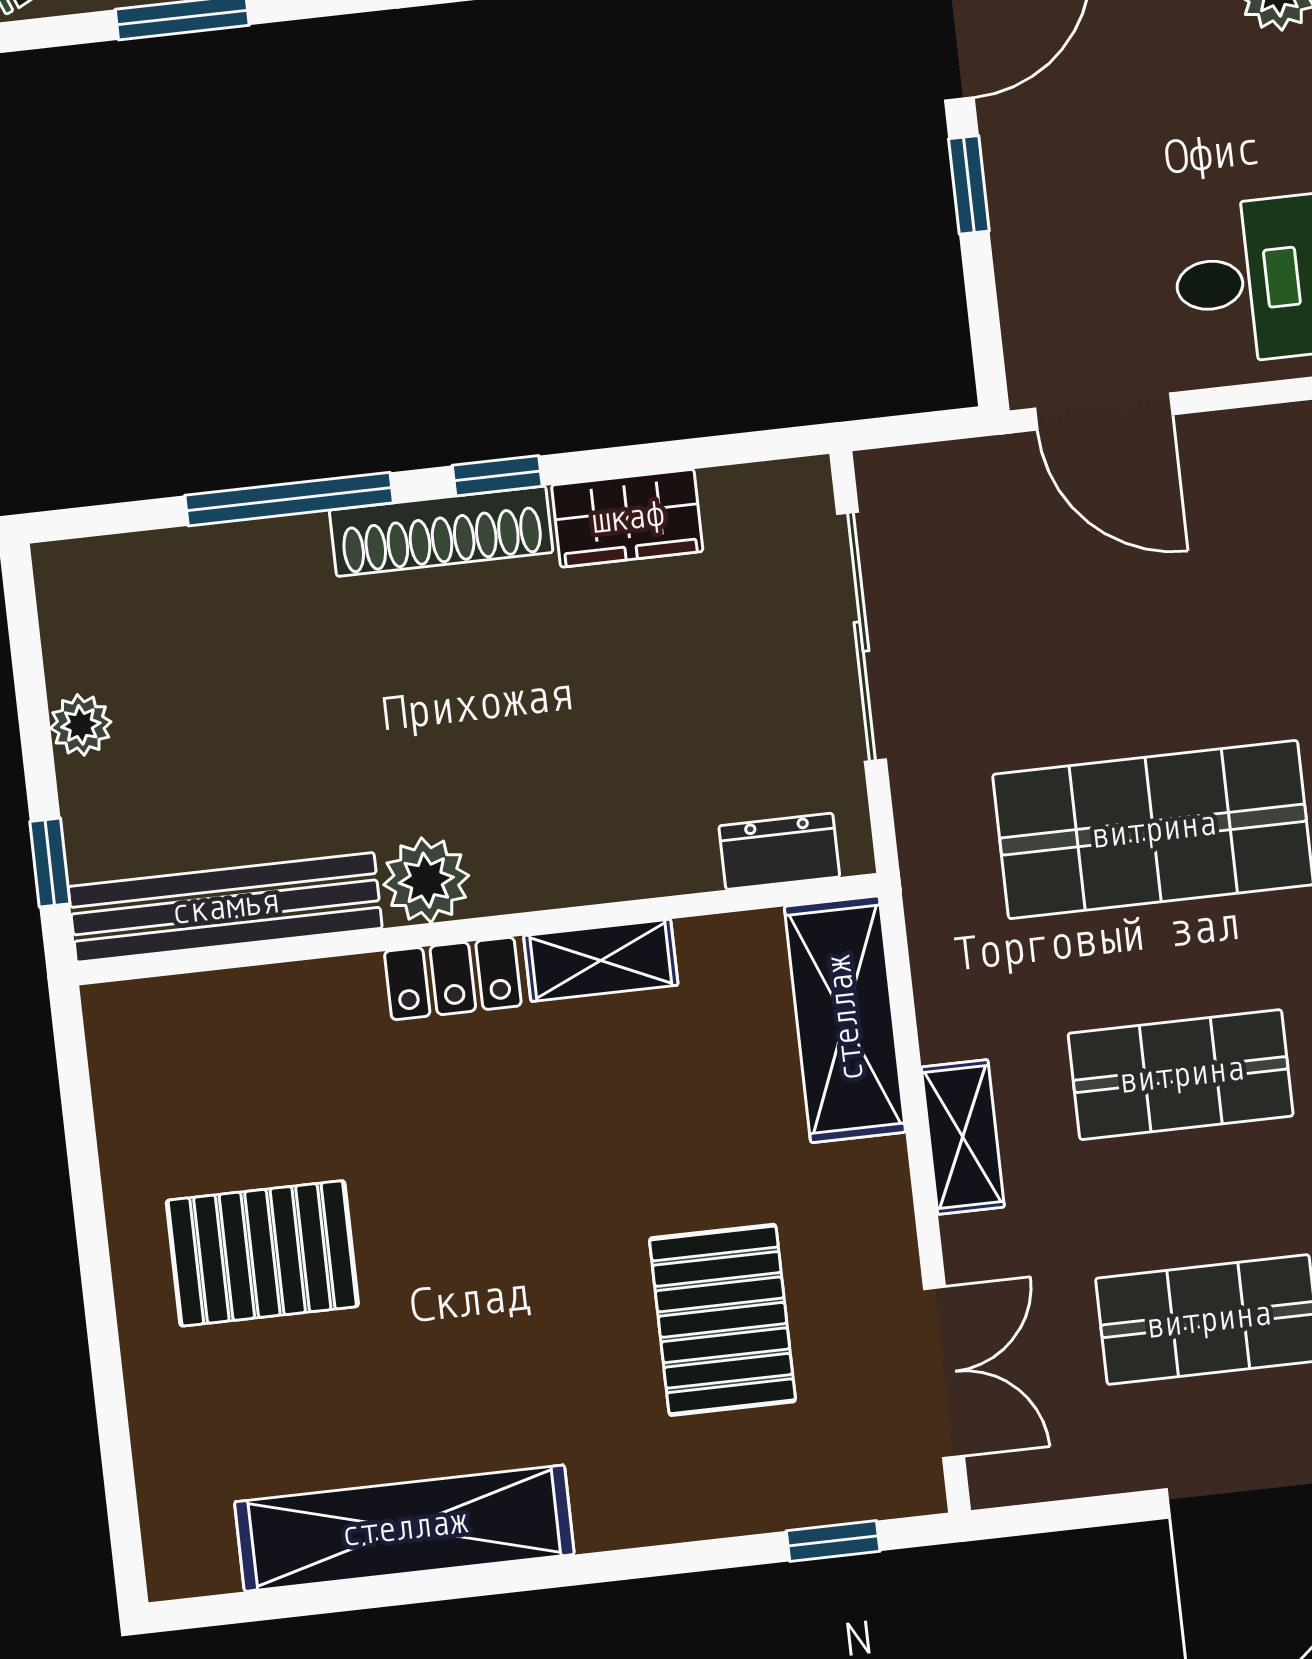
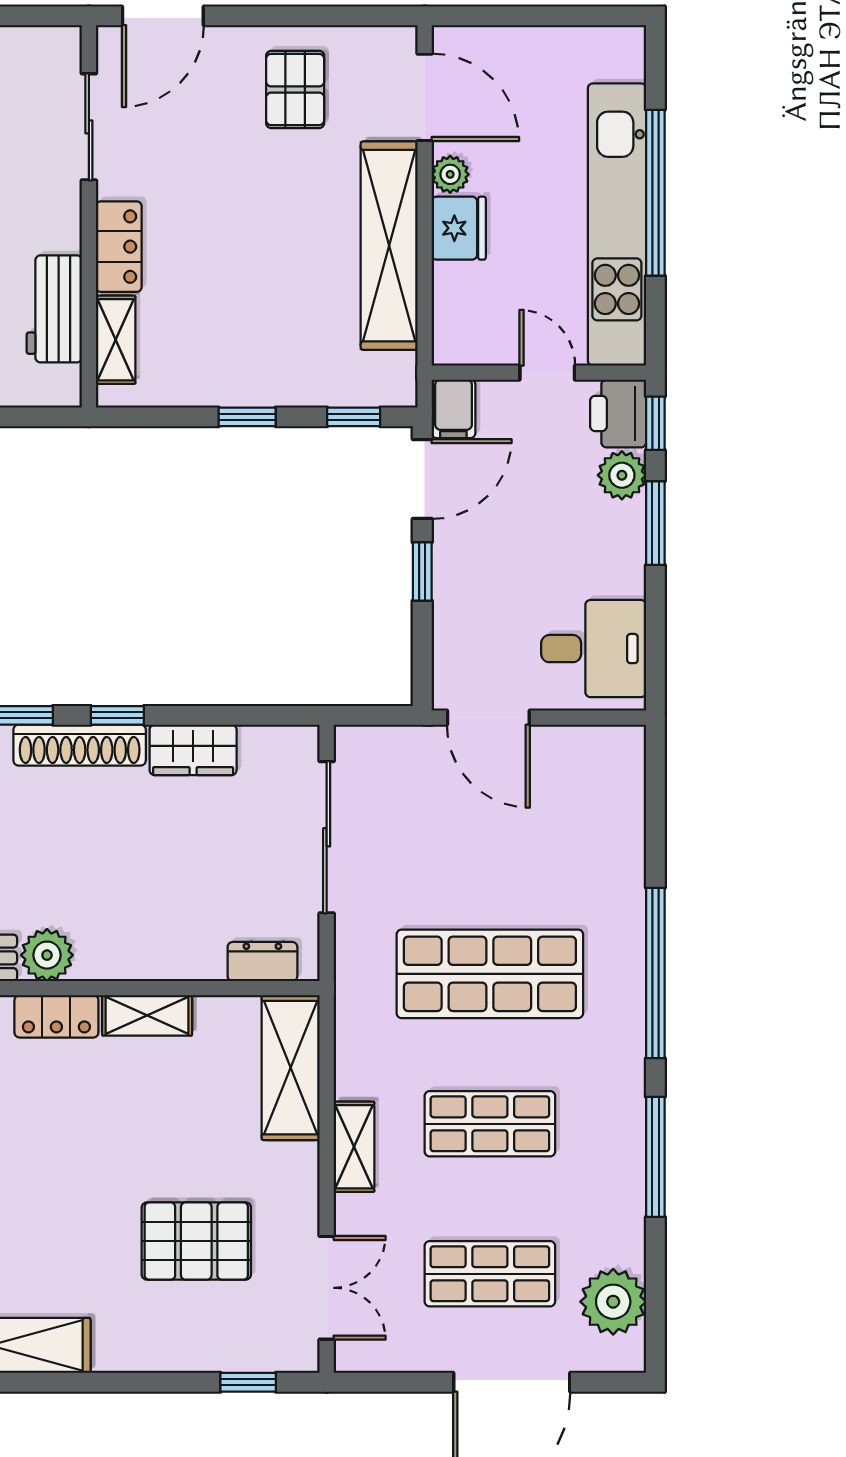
pallet: (722, 1320) -> (196, 1241), turned 90

